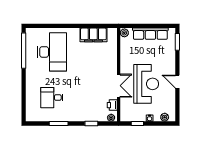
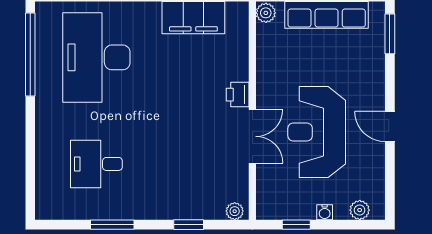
desk: (52, 52) -> (96, 57), turned 180
reception desk: (146, 84) -> (317, 132), turned 180
printer: (112, 105) -> (238, 95), moved

